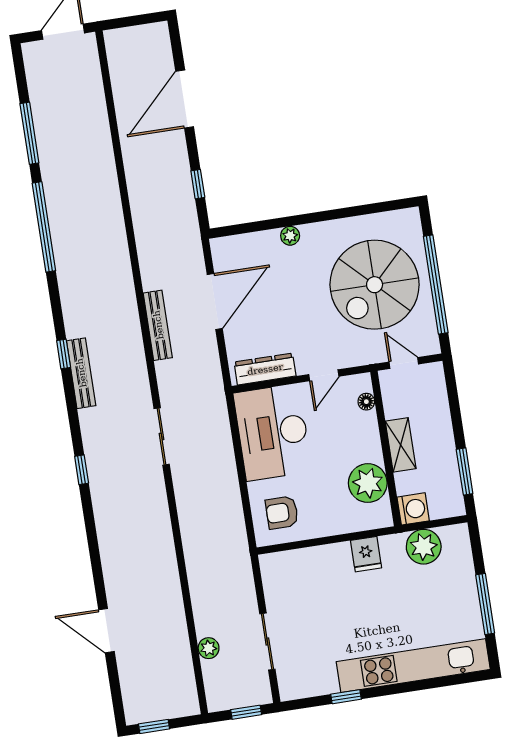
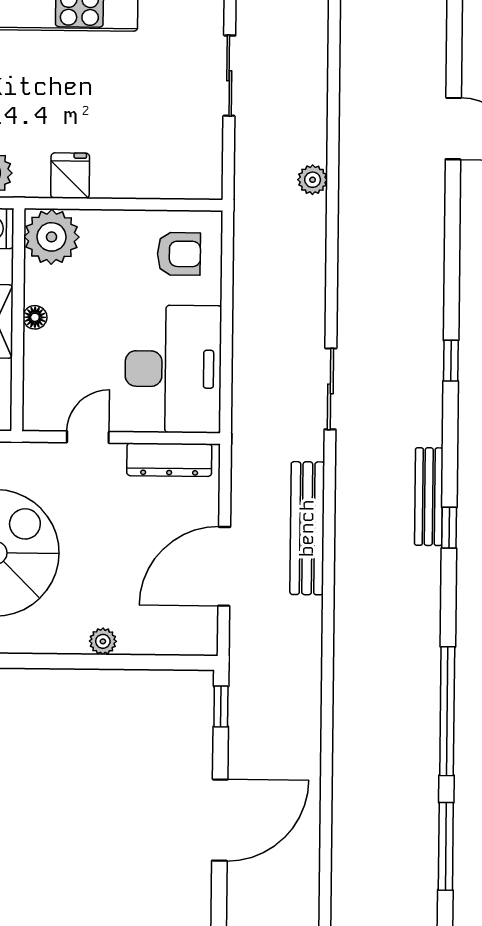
door: (185, 99) -> (220, 820), moved
window: (198, 184) -> (221, 707), moved
bench: (158, 325) -> (307, 528), width x1.37, depth x1.21
floor lamp: (366, 402) -> (35, 317), moved
plant: (368, 483) -> (52, 237), moved
plant: (209, 648) -> (313, 180), moved

